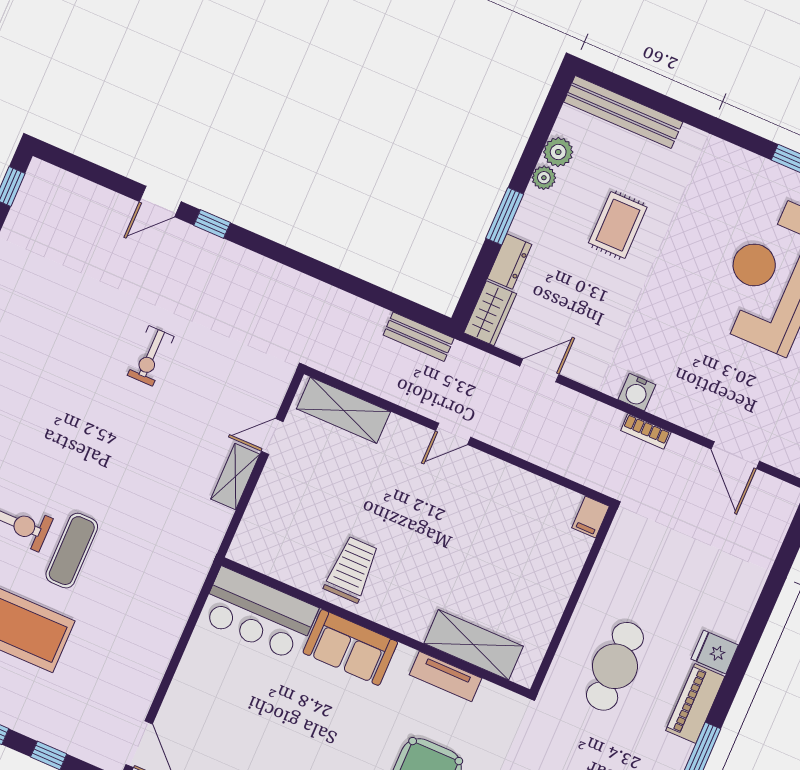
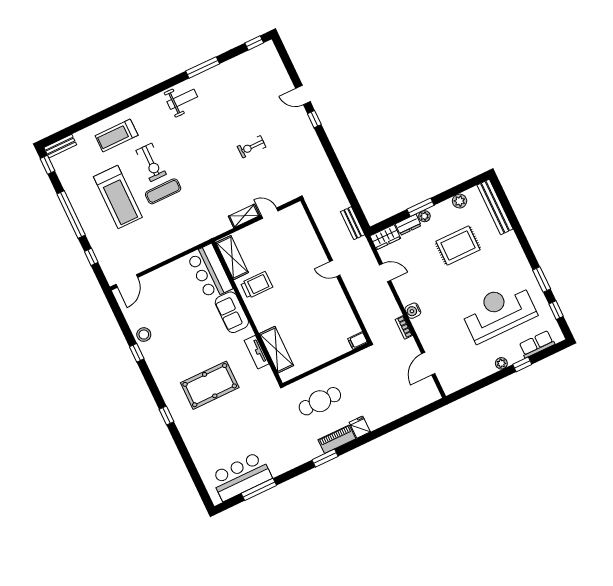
plant: (544, 178) -> (424, 216), moved
rug: (618, 225) -> (458, 245), width x1.36, depth x1.43
shelving: (343, 410) -> (232, 258), moved

